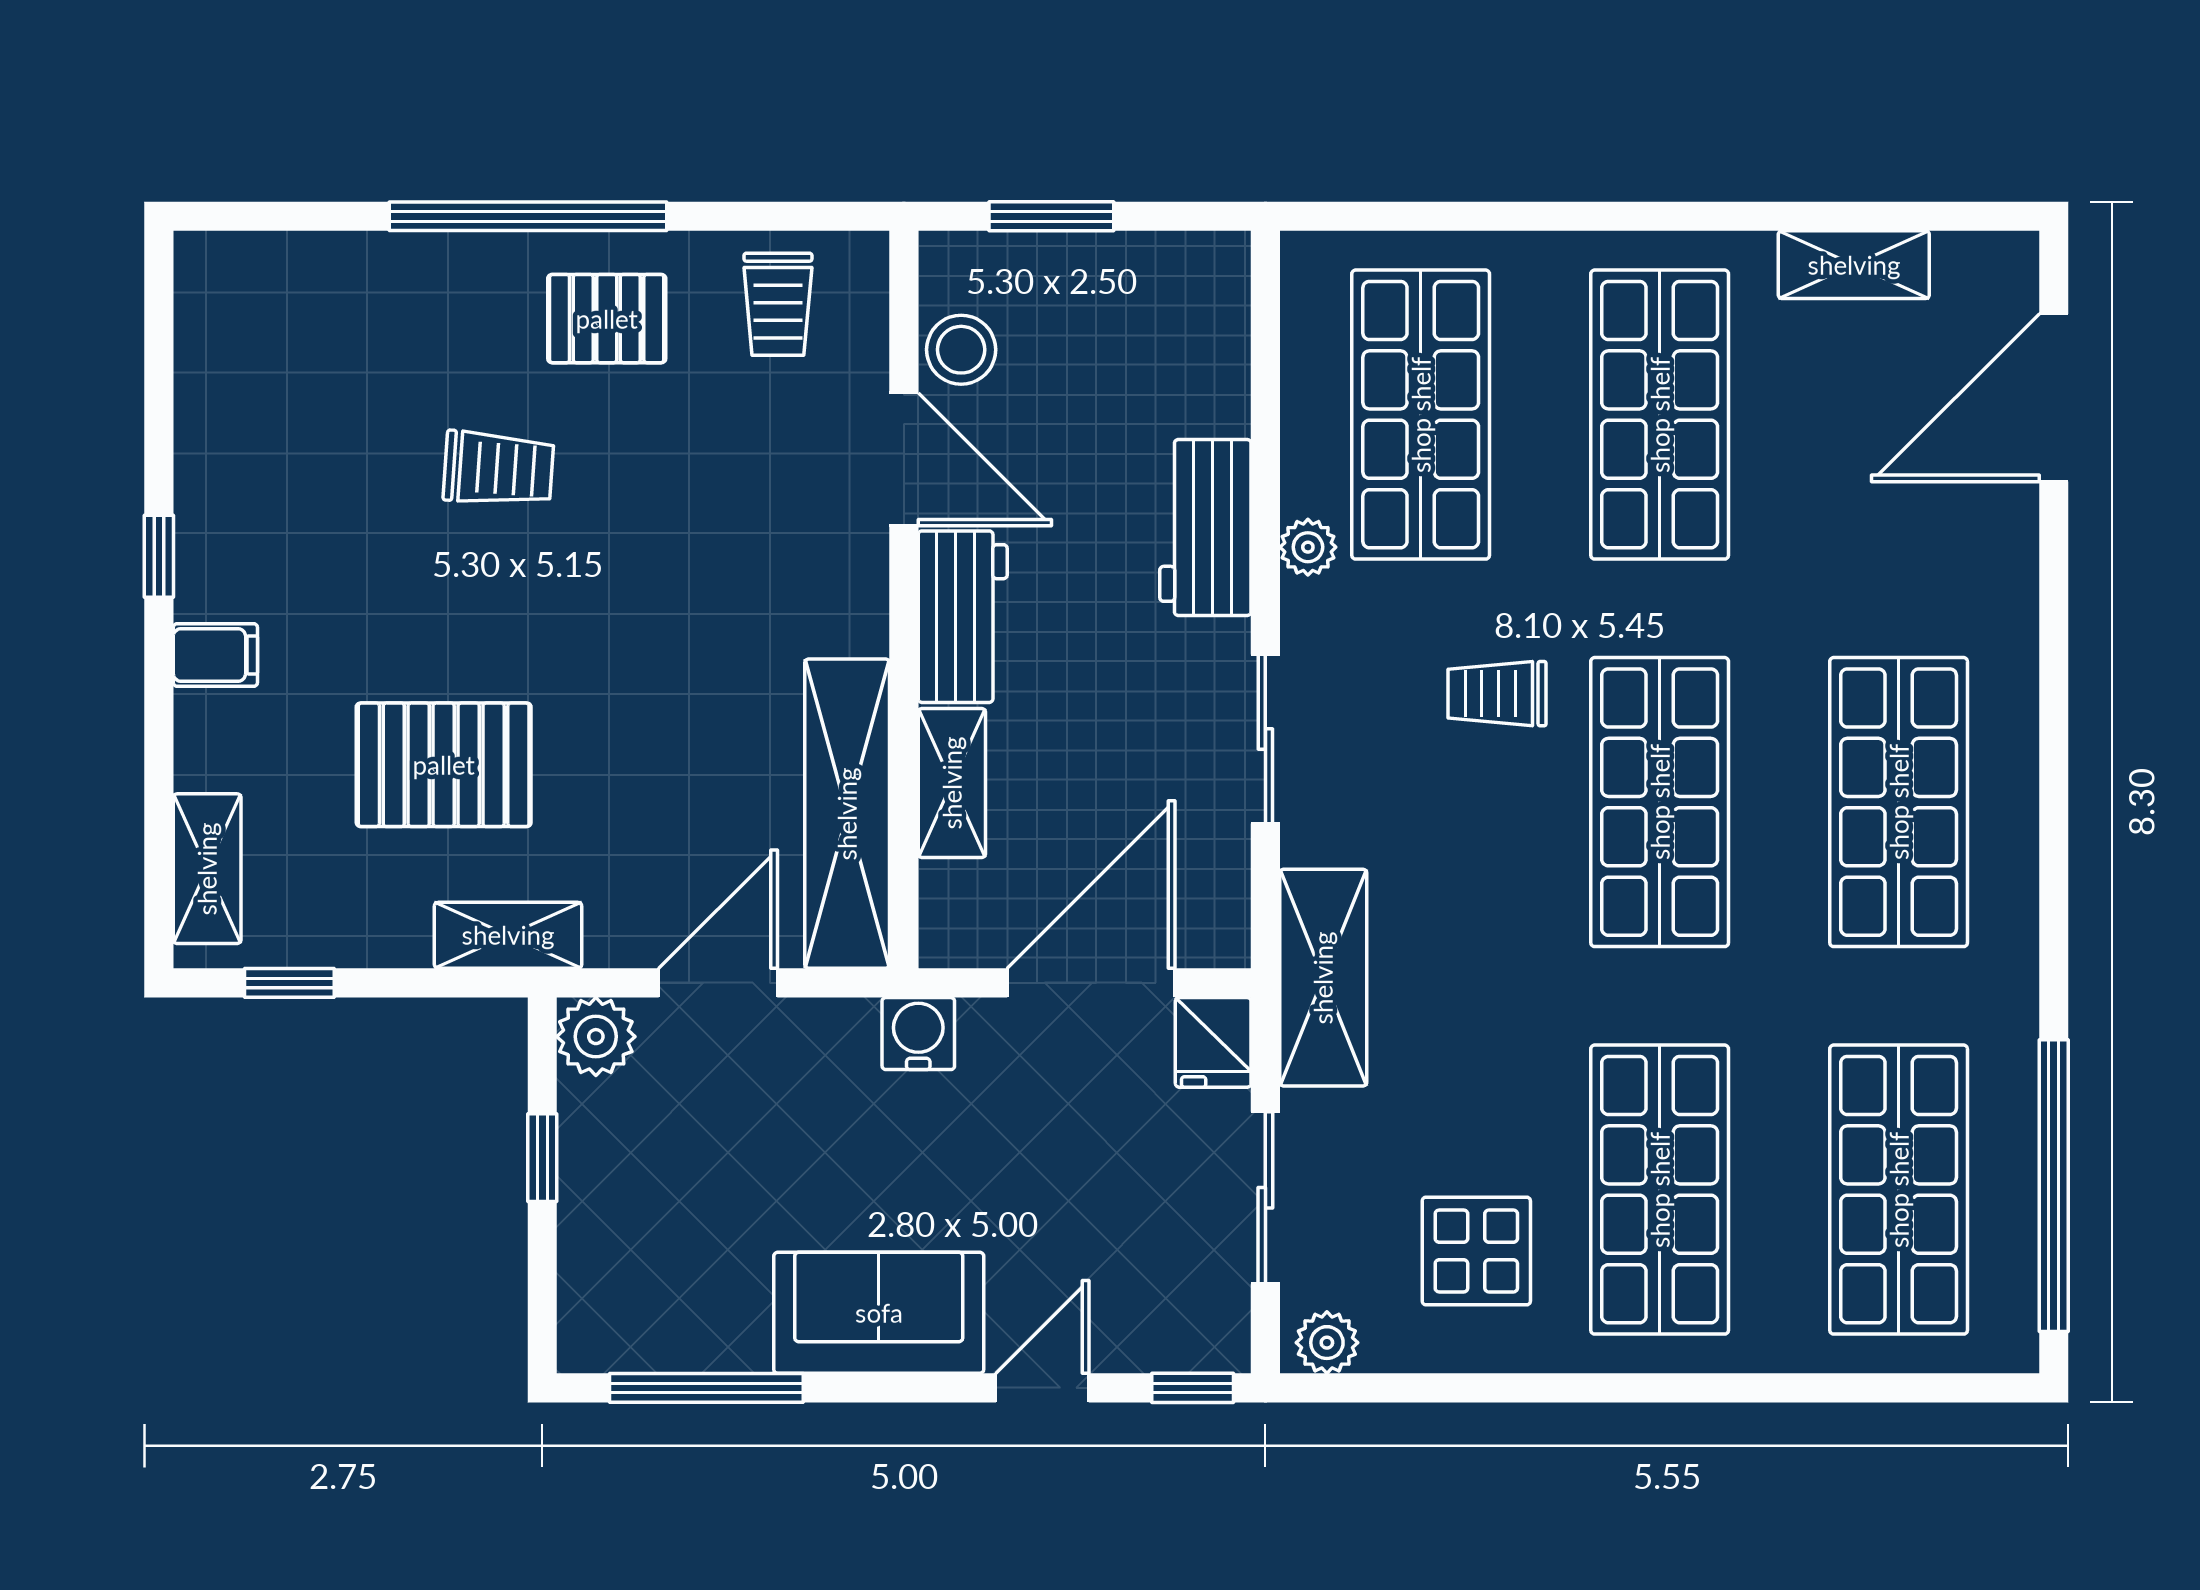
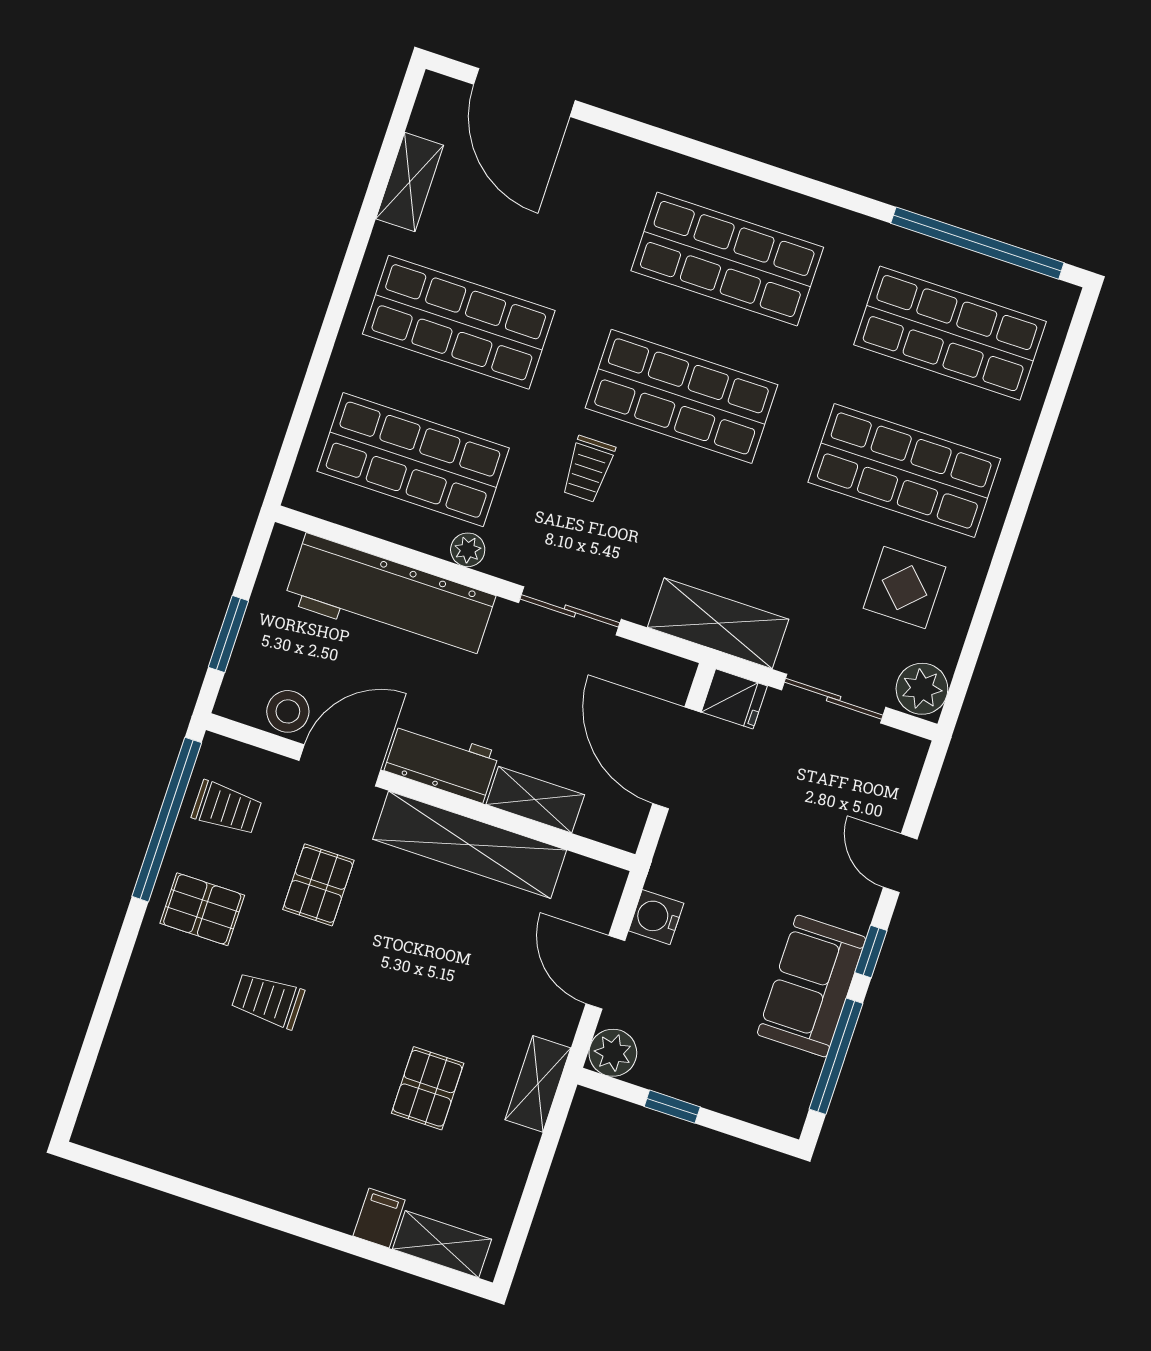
window: (528, 216) -> (167, 820), moved
pallet: (607, 319) -> (202, 909), turned 90
trolley: (499, 469) -> (268, 1000), turned -94
pallet: (705, 488) -> (318, 885), added
workbench: (1205, 527) -> (390, 599), width x1.88, depth x1.32
window: (159, 556) -> (253, 1212), removed
filing cabinet: (215, 655) -> (379, 1218), moved
pallet: (444, 765) -> (428, 1088), width x0.67, depth x0.71
shelving: (847, 814) -> (470, 845), moved
window: (289, 983) -> (523, 1219), removed
water cooler: (918, 1034) -> (656, 917), moved
sofa: (879, 1313) -> (811, 986), moved
plant: (1327, 1343) -> (922, 689), width x1.38, depth x1.38
window: (1193, 1388) -> (871, 951), moved

